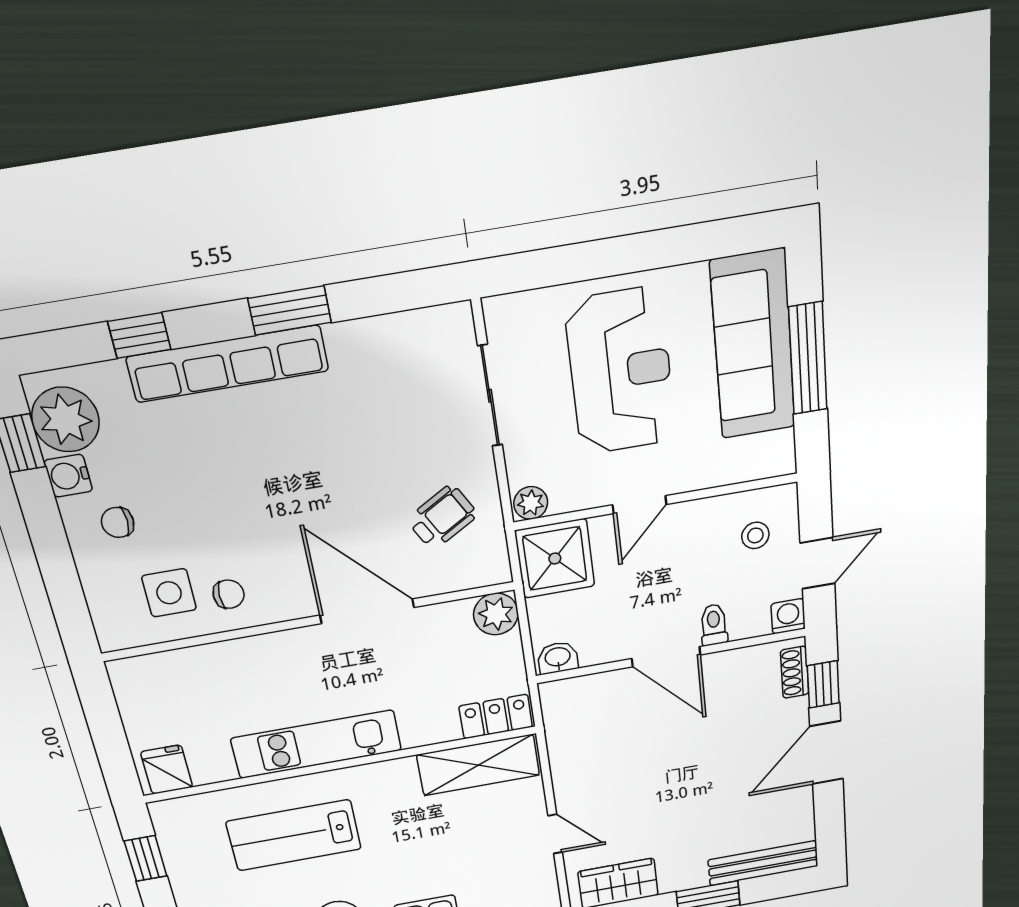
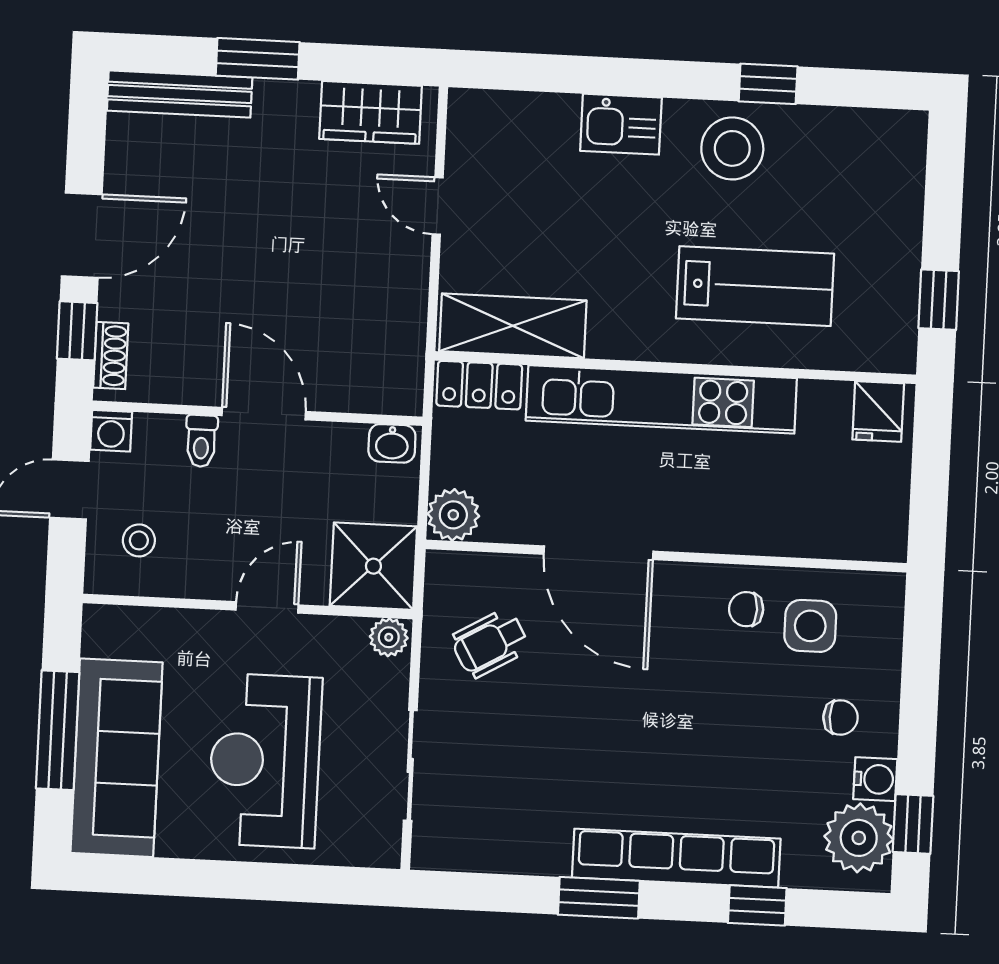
kitchen unit: (316, 744) -> (661, 399), width x1.36

